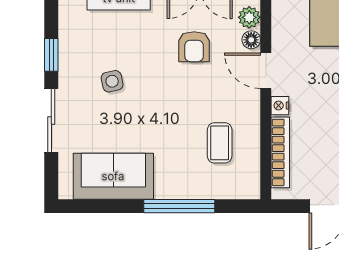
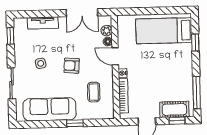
armchair: (194, 47) -> (72, 66), moved, turned 95
window: (51, 55) -> (10, 36), moved
sofa: (113, 176) -> (49, 109), width x1.36
window: (179, 206) -> (75, 123), width x0.46

